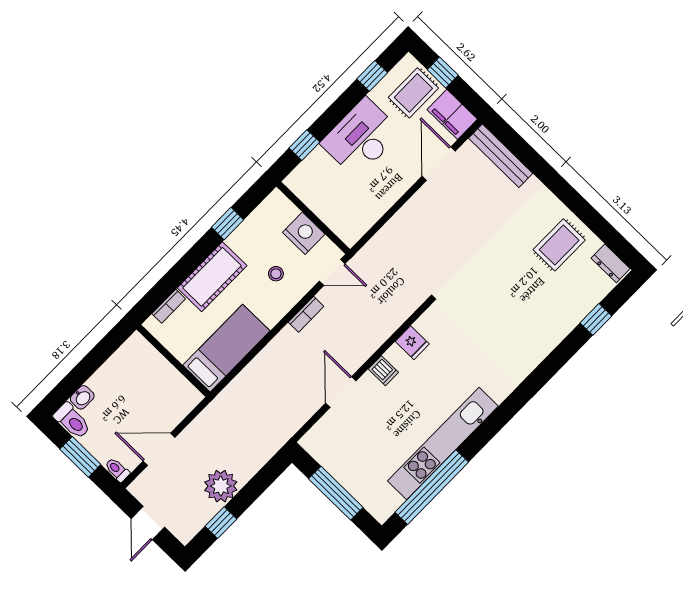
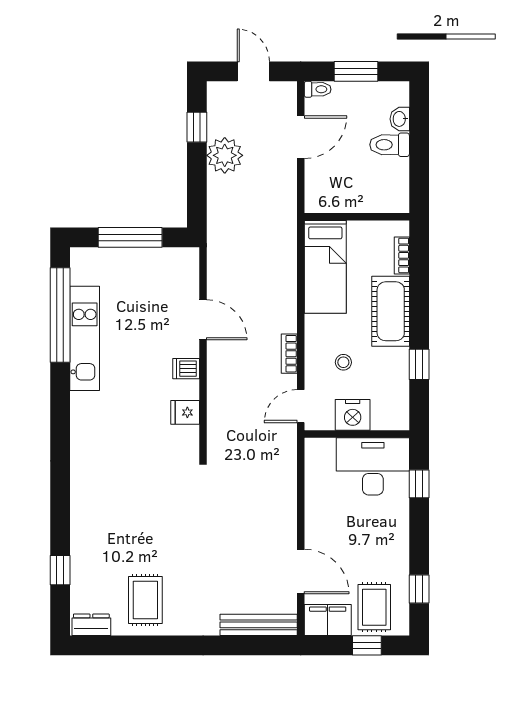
desk: (361, 138) -> (373, 466), moved, turned -90
toilet: (72, 421) -> (390, 145), moved
kitchen unit: (443, 443) -> (85, 338), width x0.73

